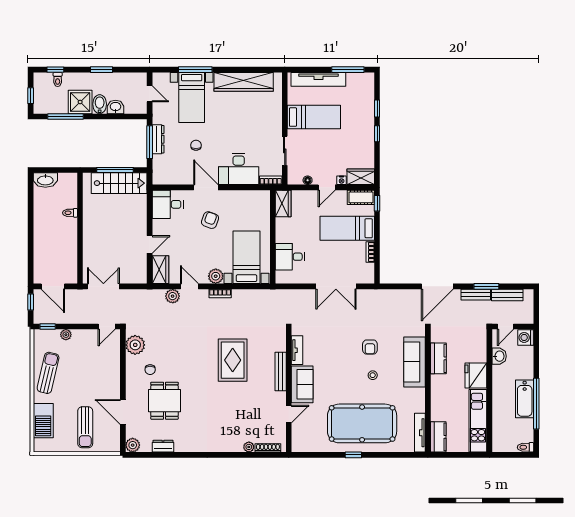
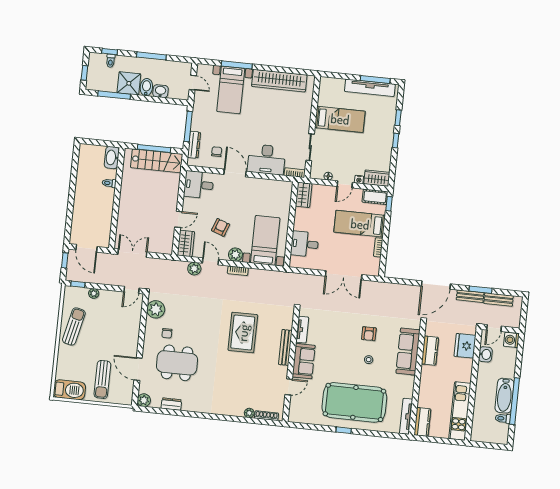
window: (102, 70) -> (151, 56), width x1.44
tv unit: (318, 79) -> (370, 88), moved
dresser: (158, 139) -> (194, 145), moved
chair: (196, 145) -> (217, 152), moved
washbasin: (45, 180) -> (112, 158), moved, turned 90
armchair: (210, 220) -> (221, 227), moved
fridge: (476, 376) -> (465, 346), moved
dining table: (164, 401) -> (177, 363), width x1.38
barbecue: (43, 421) -> (69, 390), moved, turned -90
toilet: (525, 447) -> (503, 418), moved

